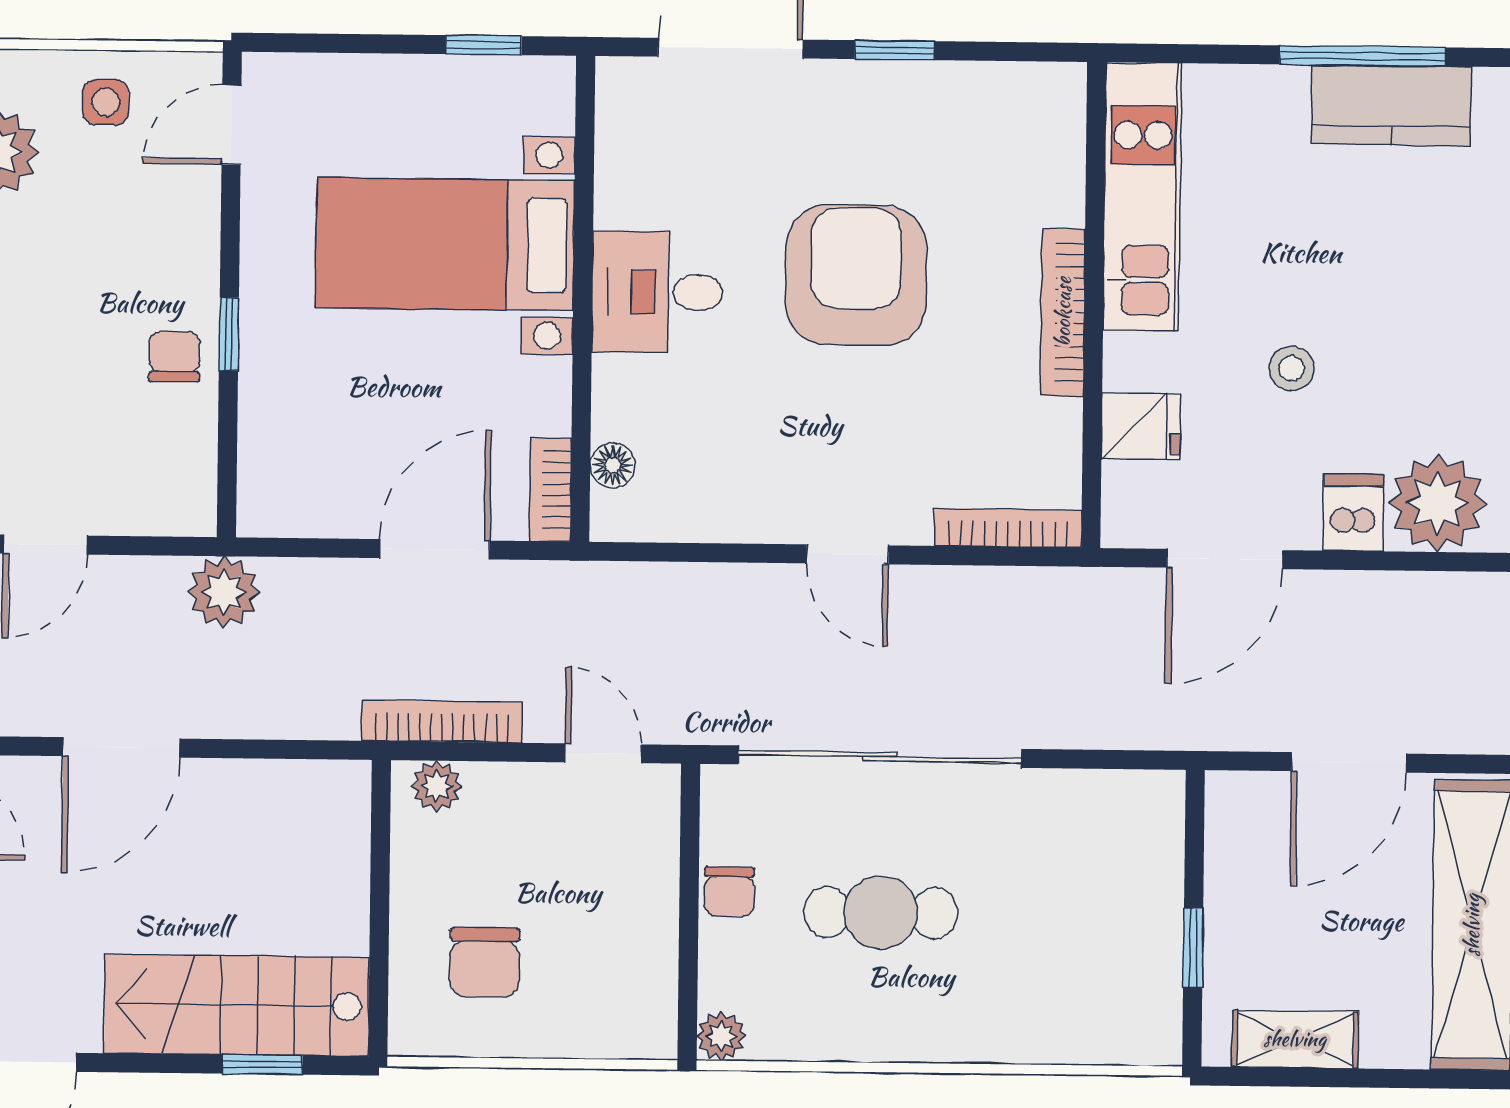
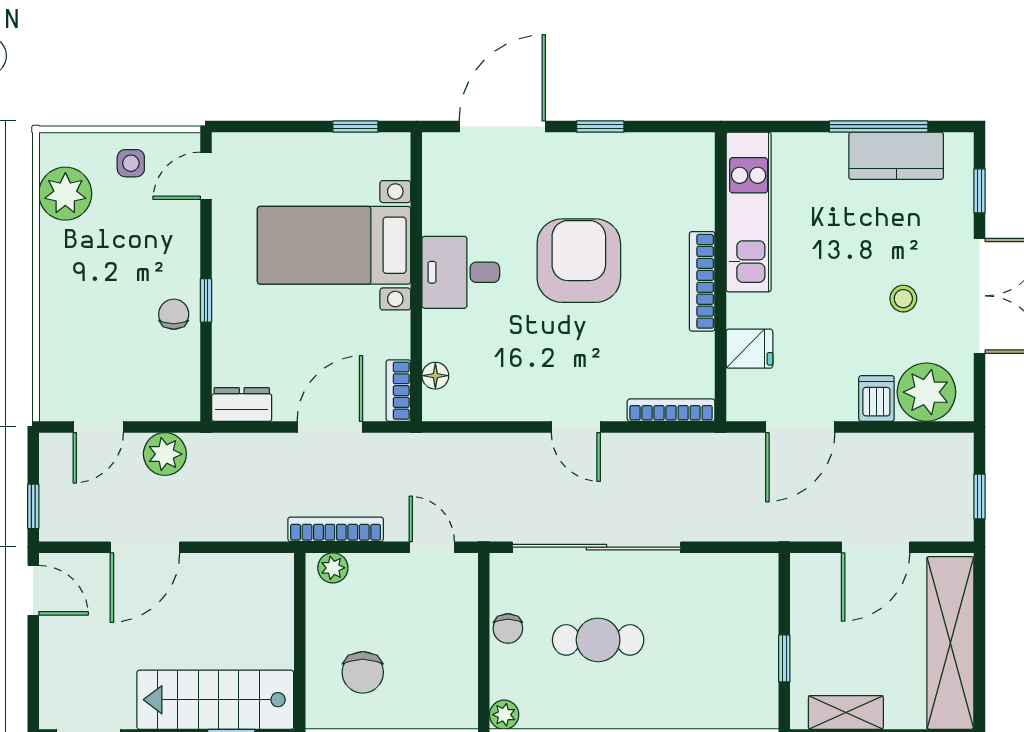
stool: (1292, 368) -> (903, 299), moved
dresser: (287, 510) -> (242, 404), added
plant: (224, 592) -> (165, 454), moved

